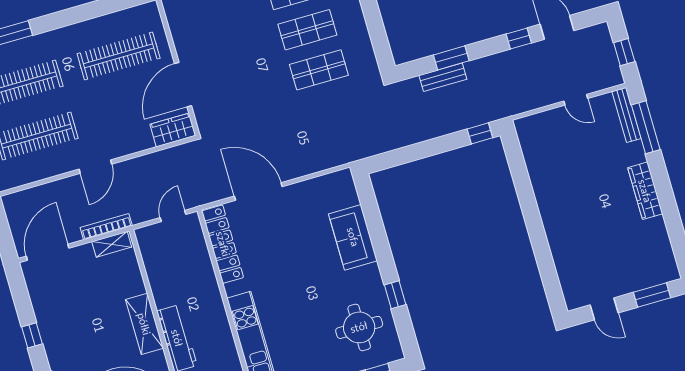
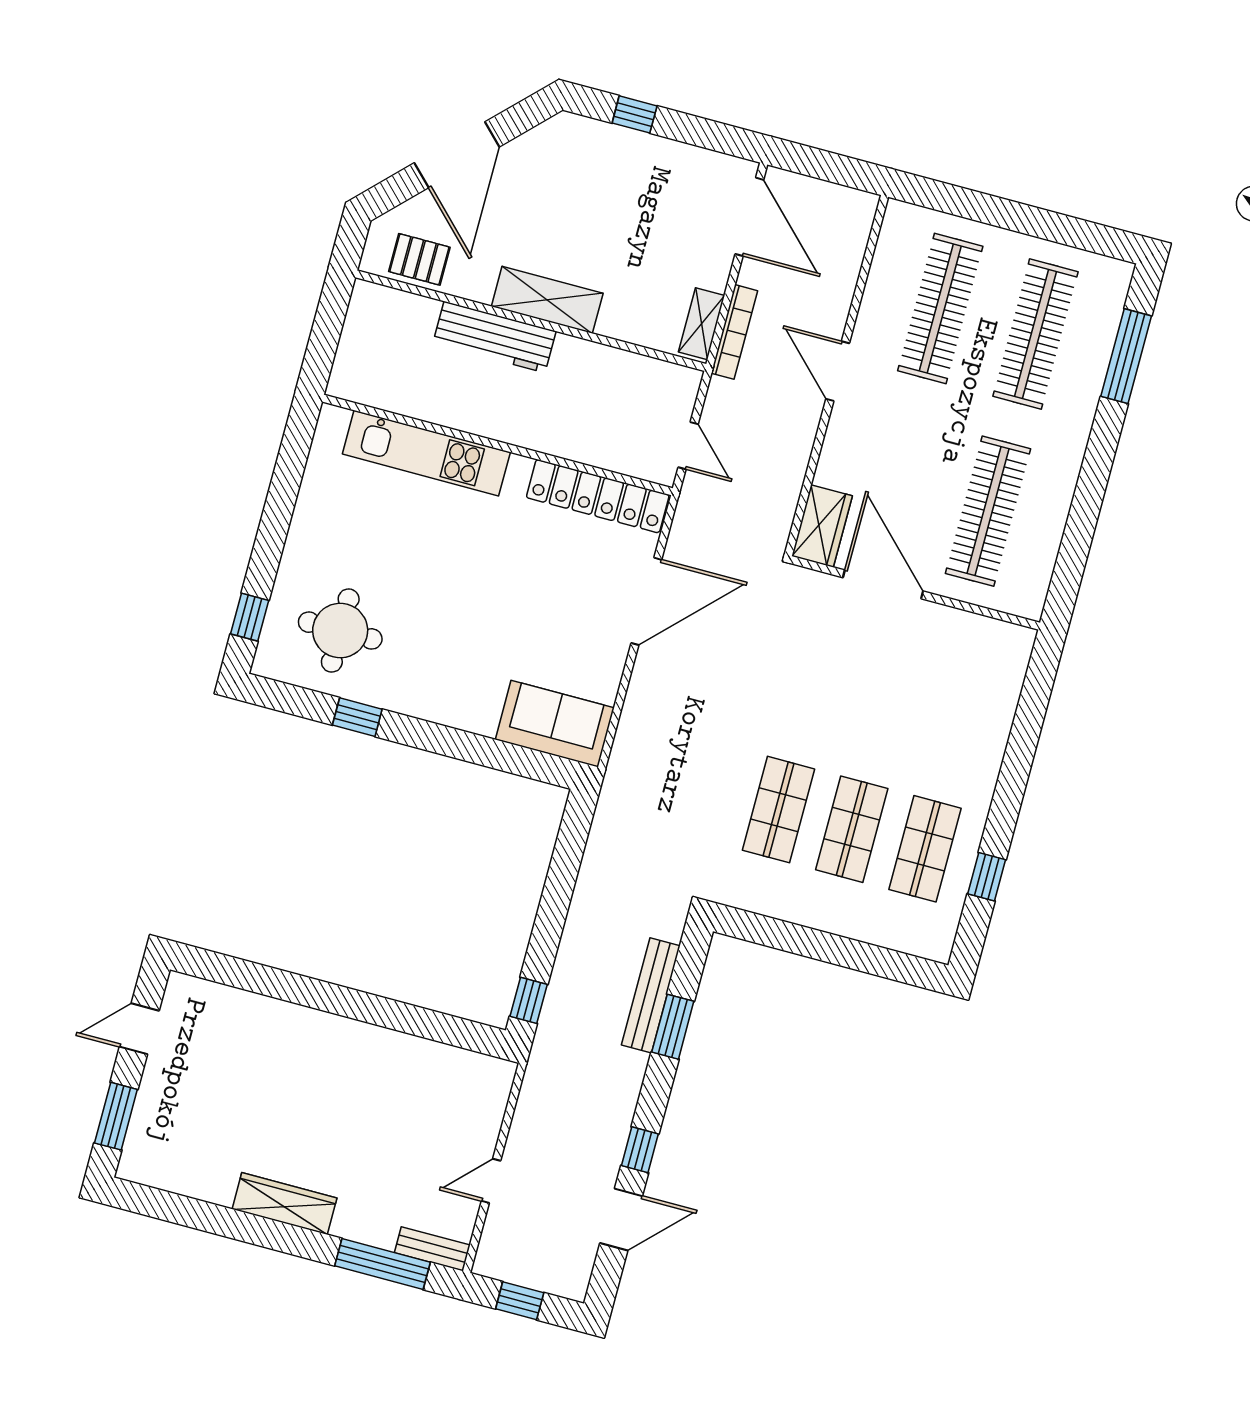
bench: (443, 77) -> (651, 995), width x1.36
bench: (626, 115) -> (432, 1249), width x0.73
sofa: (353, 237) -> (555, 724), moved

